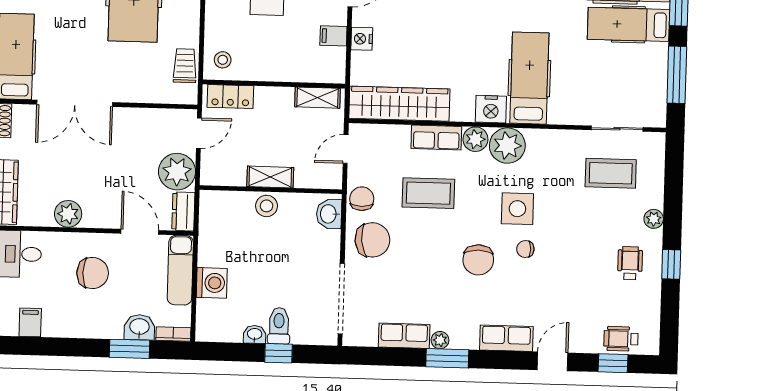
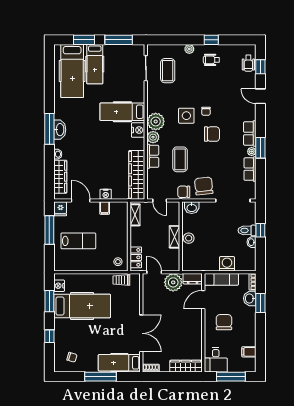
plant: (68, 214) -> (195, 335), removed
row of seats: (506, 338) -> (250, 133), moved

